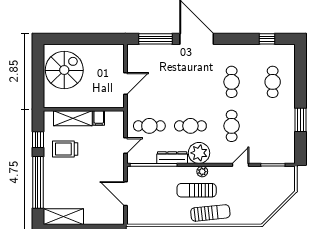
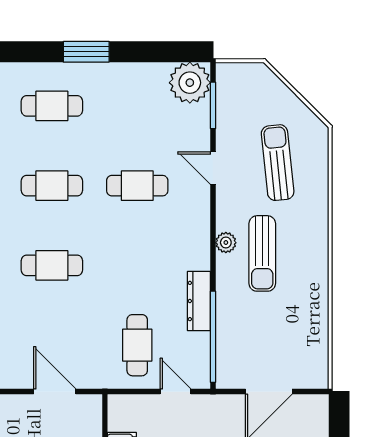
window: (301, 120) -> (86, 52), moved
cafe table: (190, 126) -> (52, 265), moved, turned 90
plant: (199, 153) -> (190, 83), moved
sun lounger: (210, 213) -> (278, 163), moved

